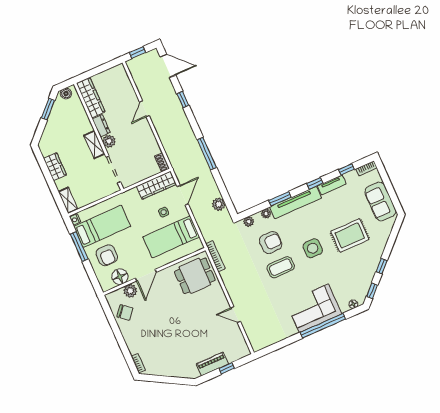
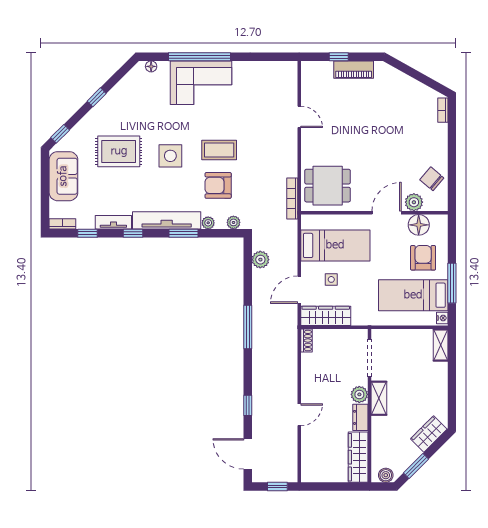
wardrobe: (55, 167) -> (429, 434), moved, turned 45
window: (372, 291) -> (60, 134), moved

